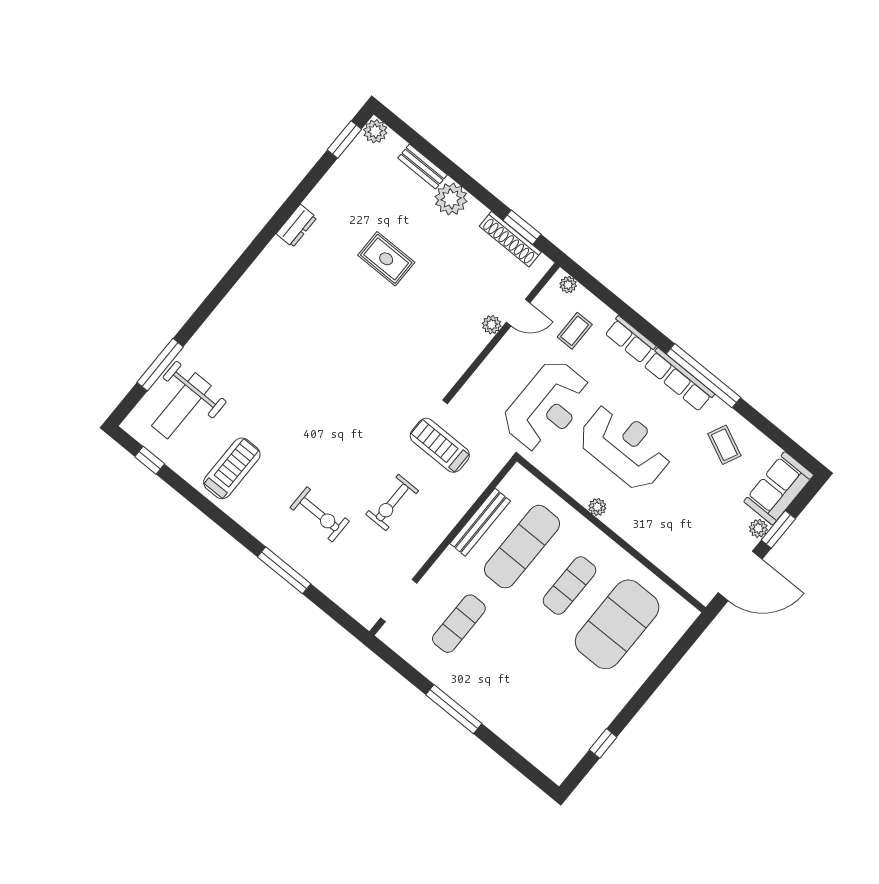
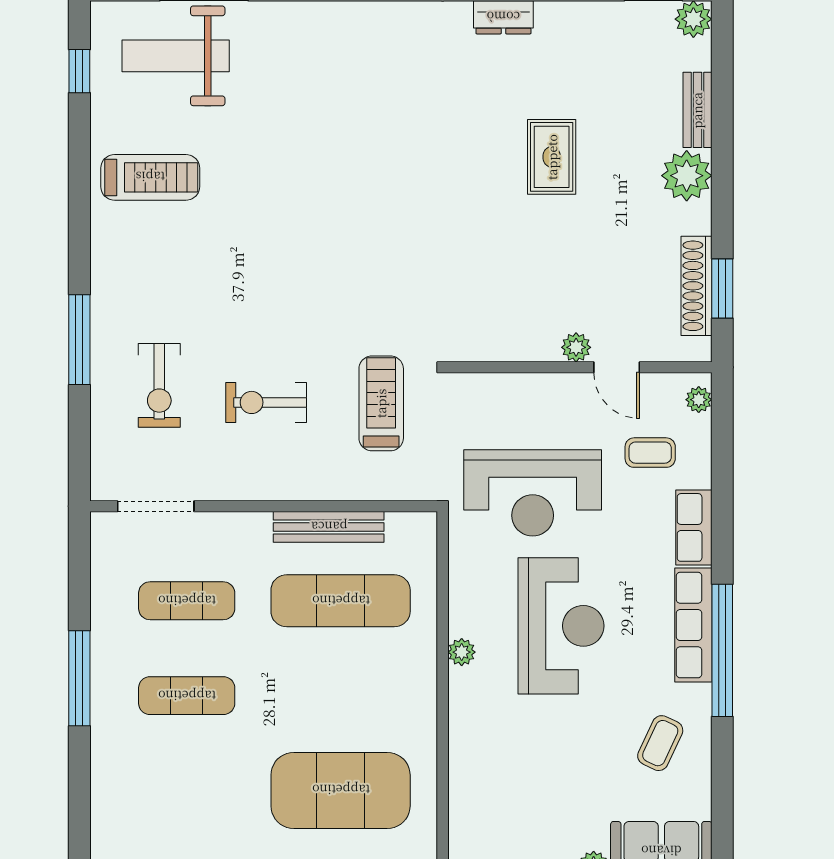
exercise bike: (320, 514) -> (159, 385), moved
exercise mat: (570, 585) -> (187, 696), moved

